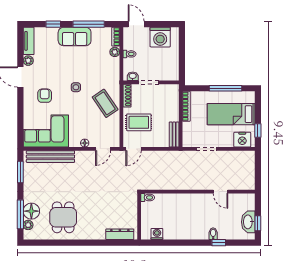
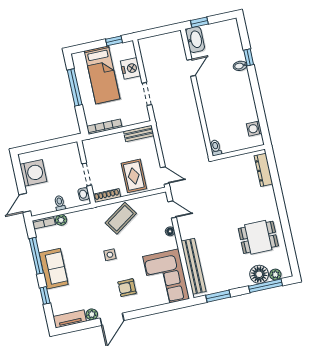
nightstand: (242, 140) -> (131, 68), moved
washbasin: (248, 222) -> (195, 40), moved, turned -90
window: (258, 223) -> (199, 22), moved

